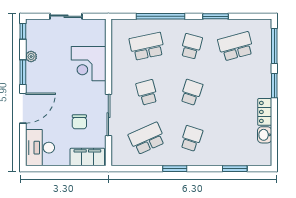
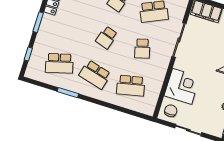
window: (160, 16) -> (112, 107), removed
school desk: (191, 46) -> (95, 75), width x1.85
window: (274, 46) -> (28, 54), width x0.46
chair: (79, 122) -> (171, 111), moved

